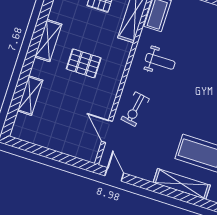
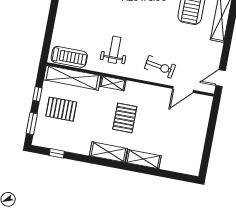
shelving: (123, 55) -> (113, 83), added
shelving: (30, 96) -> (143, 159), moved

